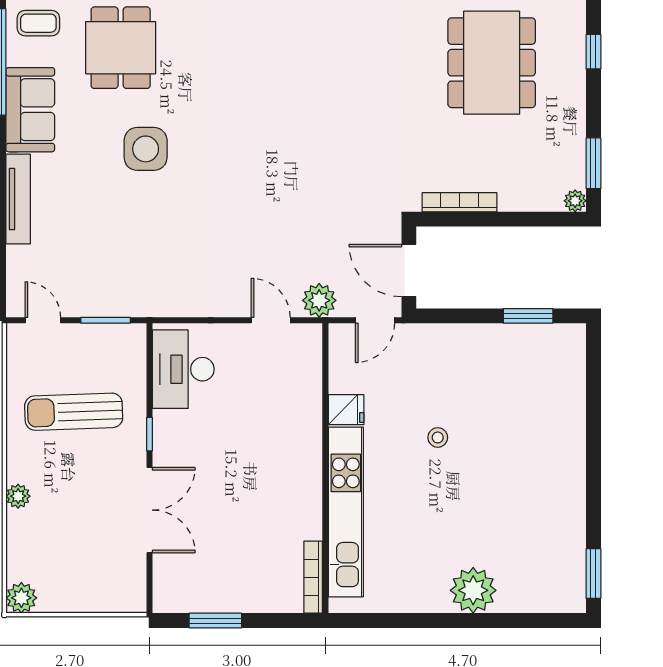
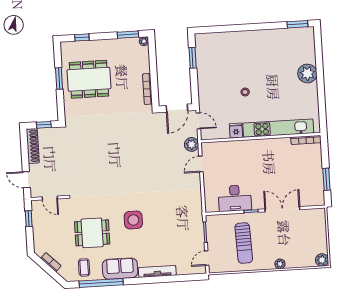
desk: (183, 369) -> (235, 198), moved

